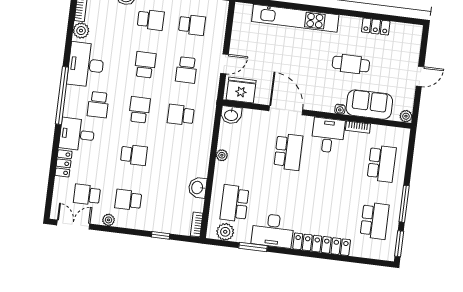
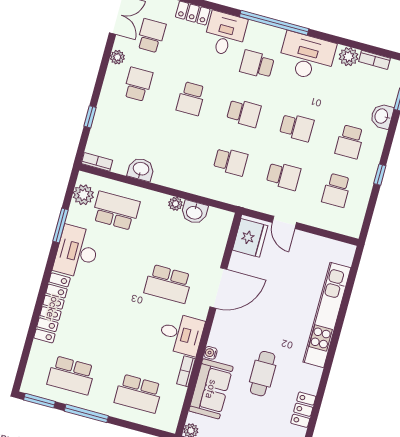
school desk: (186, 70) -> (284, 176), turned 180
school desk: (181, 115) -> (231, 162), turned 90
washbasin: (231, 115) -> (194, 212), moved, turned -90

